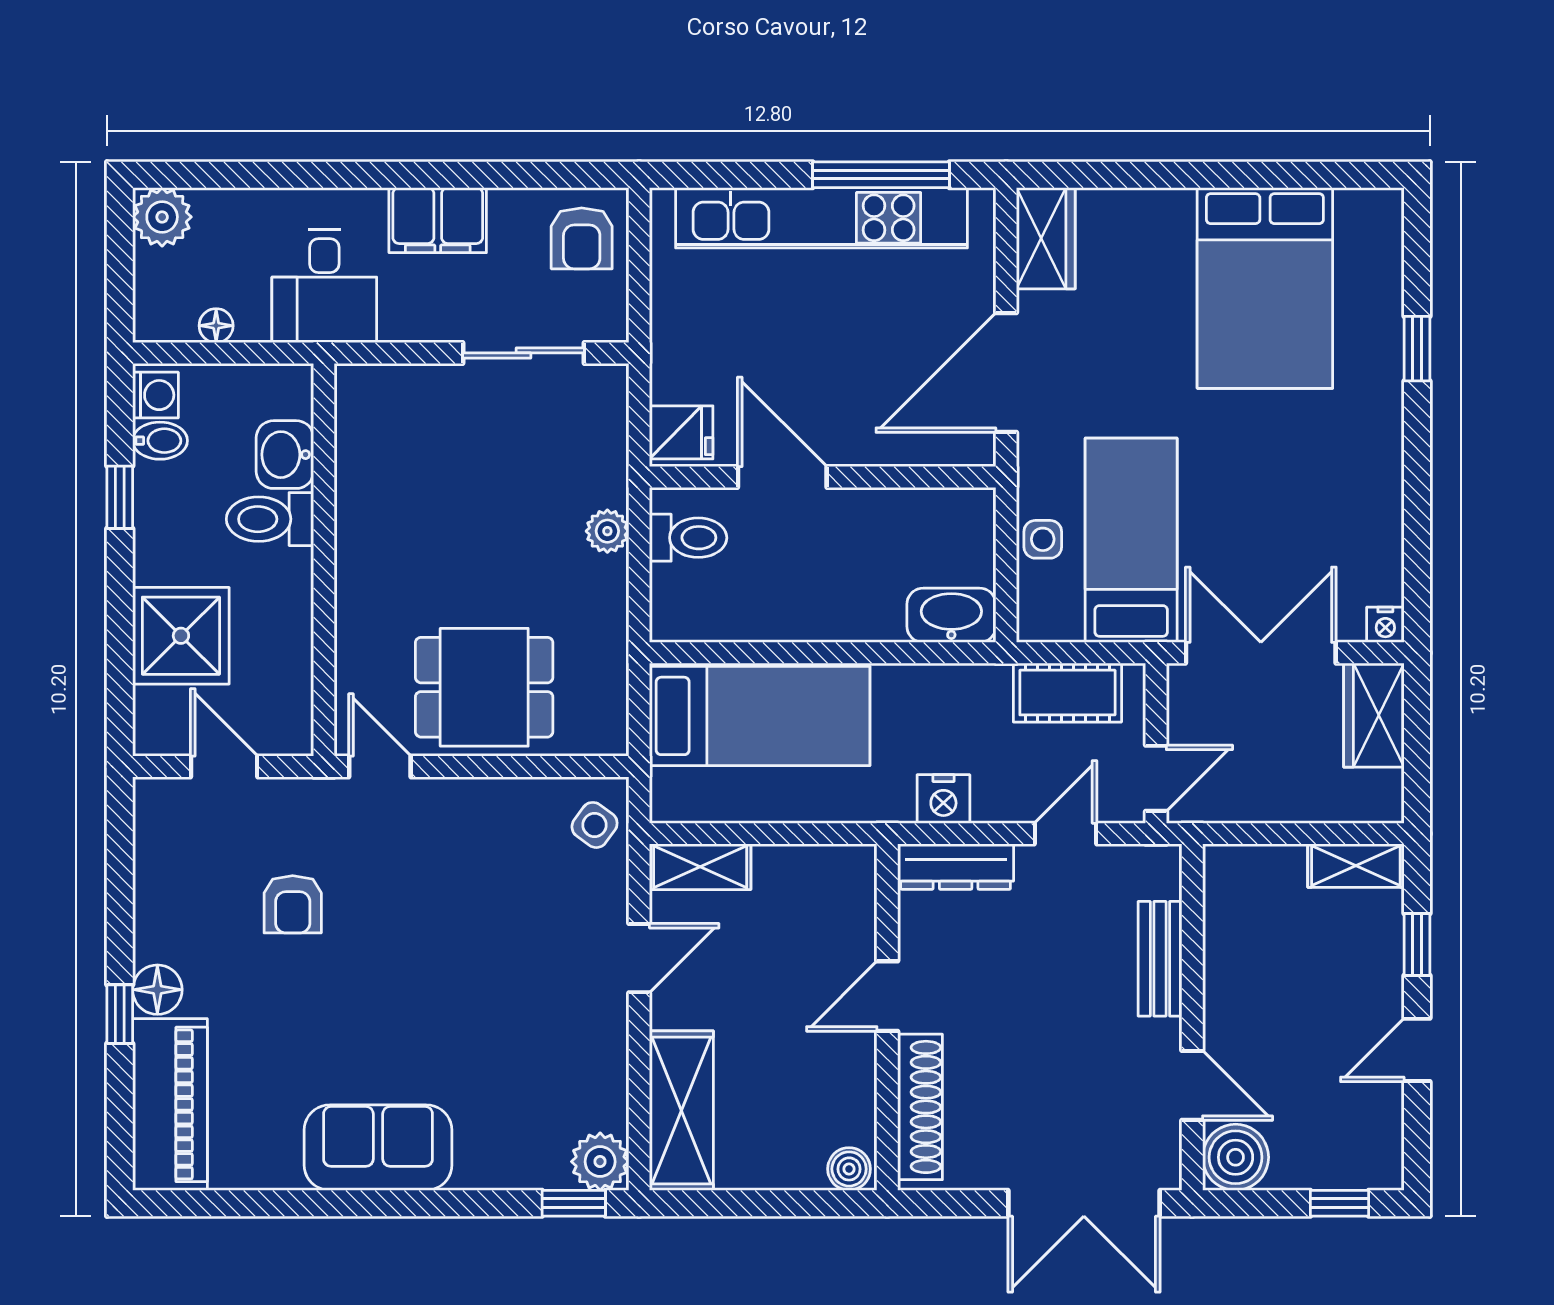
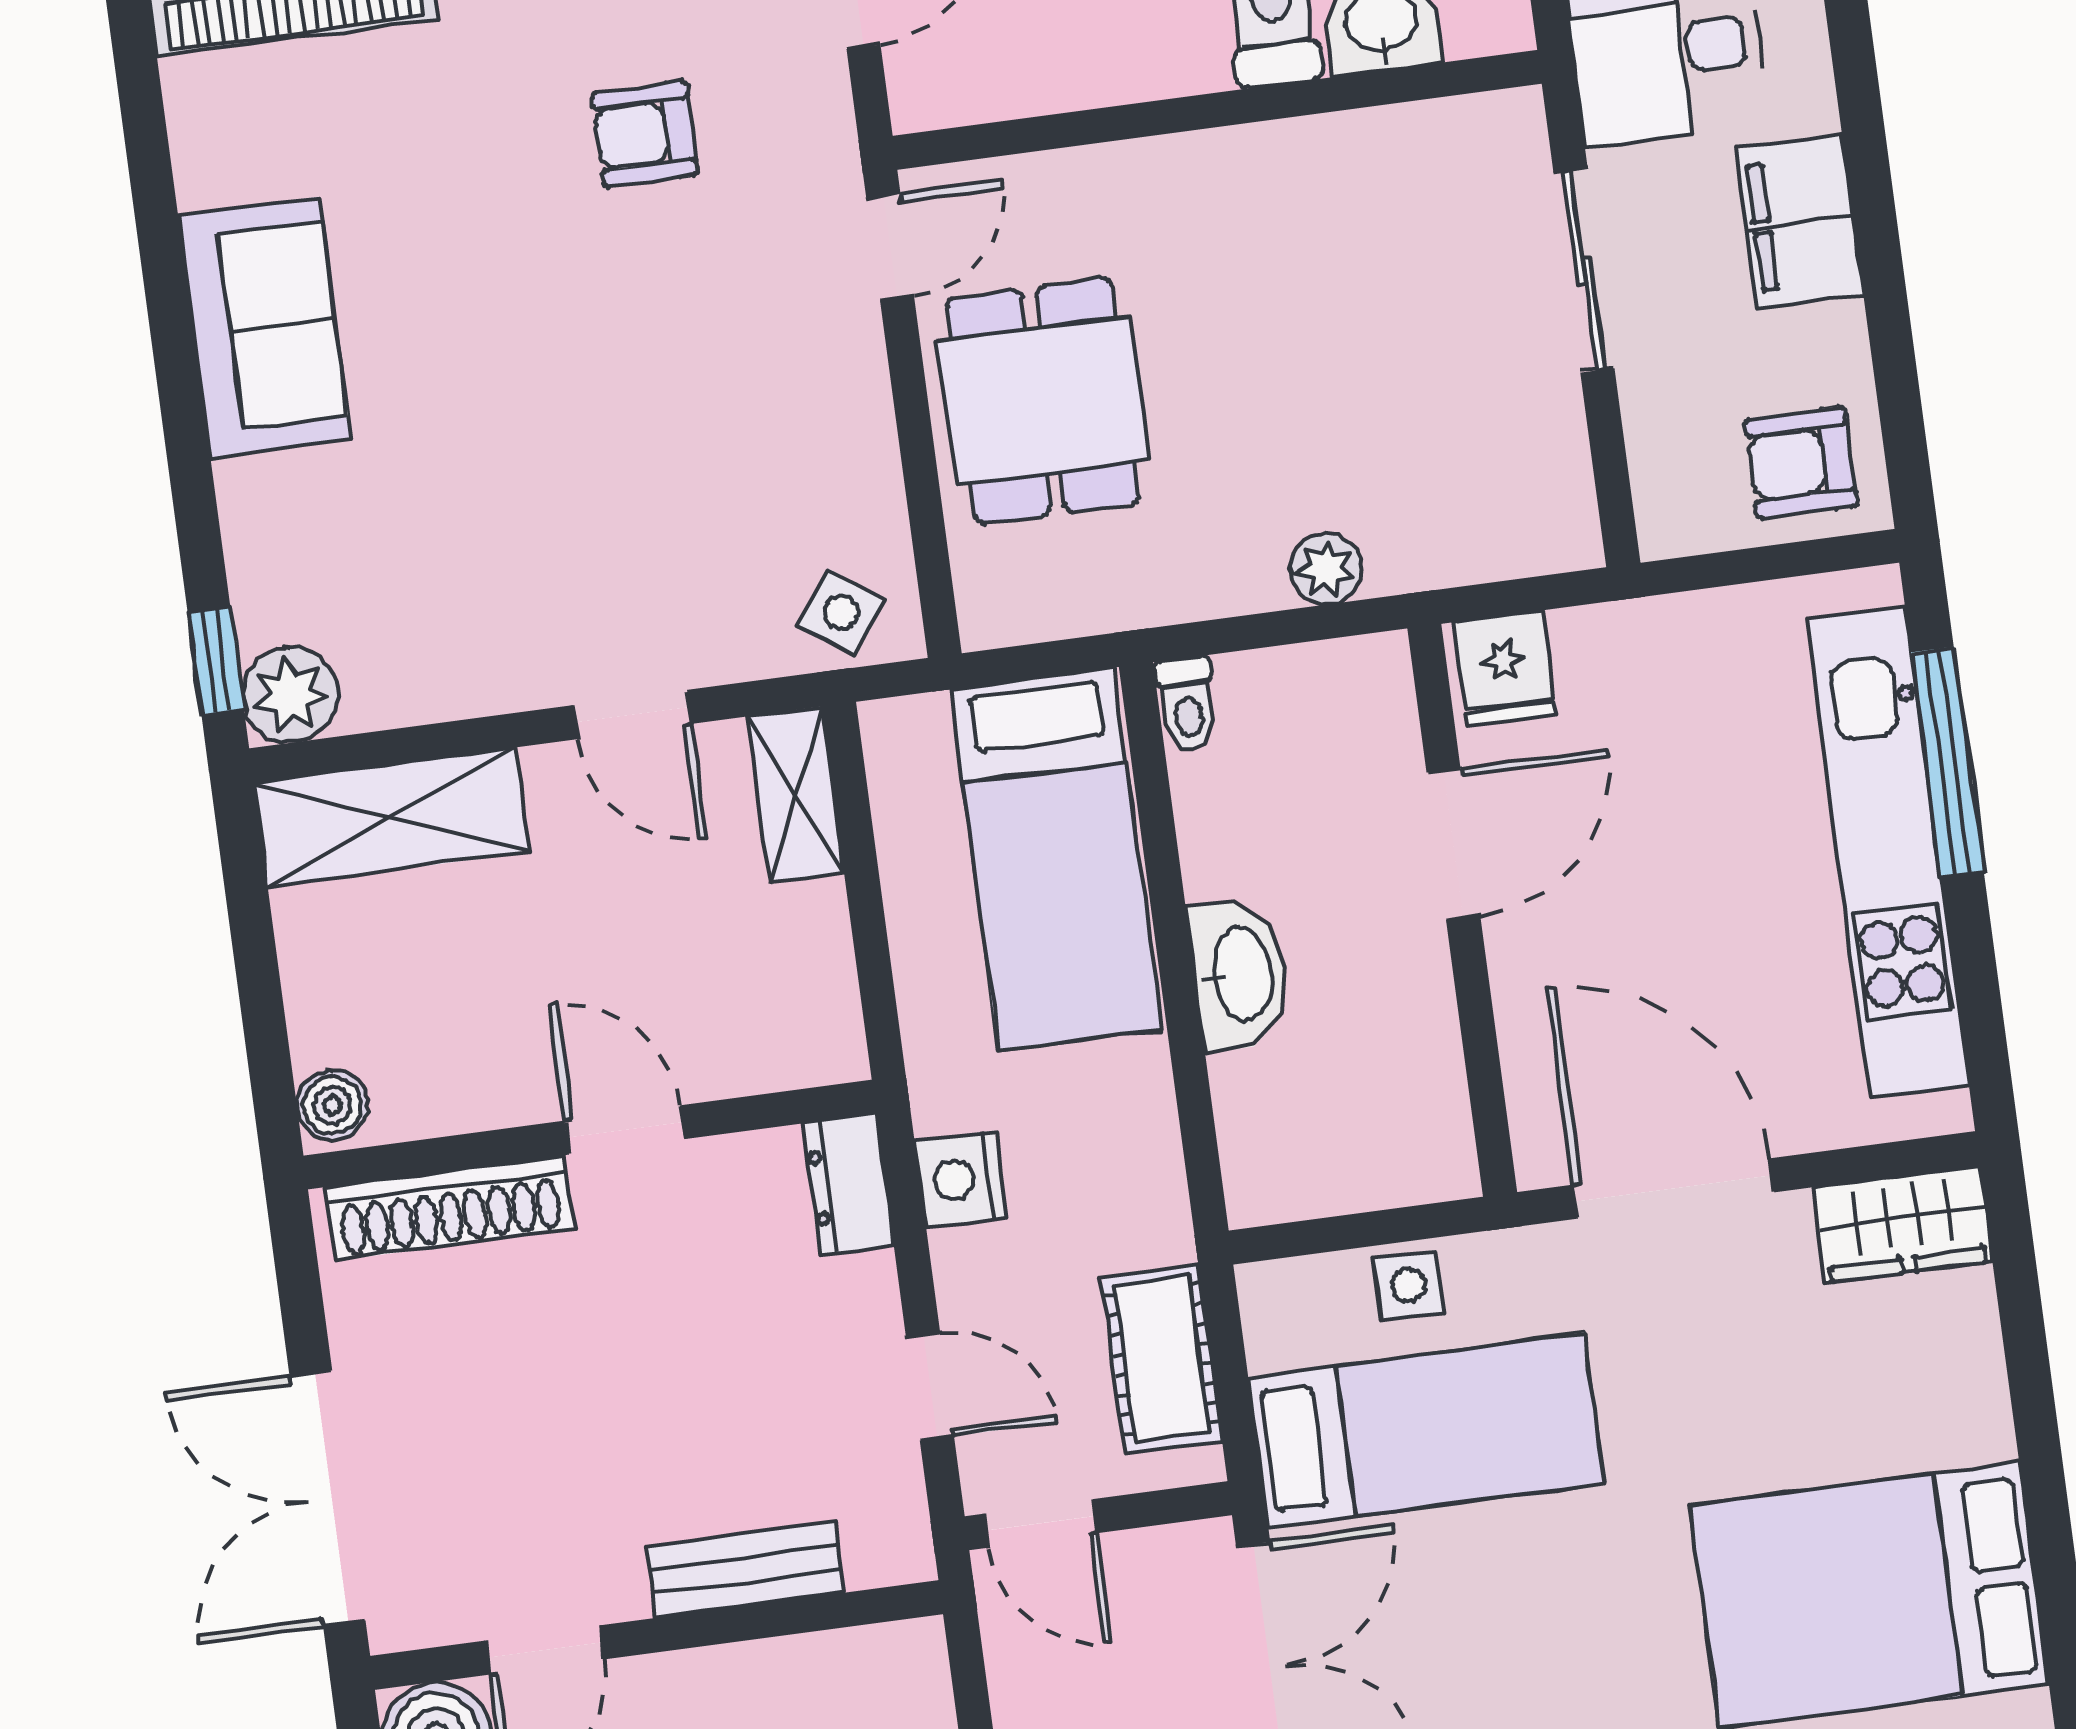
window: (881, 175) -> (1947, 762), moved
sliding door: (524, 353) -> (1584, 271), moved
toilet: (688, 538) -> (1187, 704), moved, width x0.73, depth x0.72
washbasin: (951, 615) -> (1240, 974), moved
dresser: (956, 867) -> (848, 1185), width x0.70

